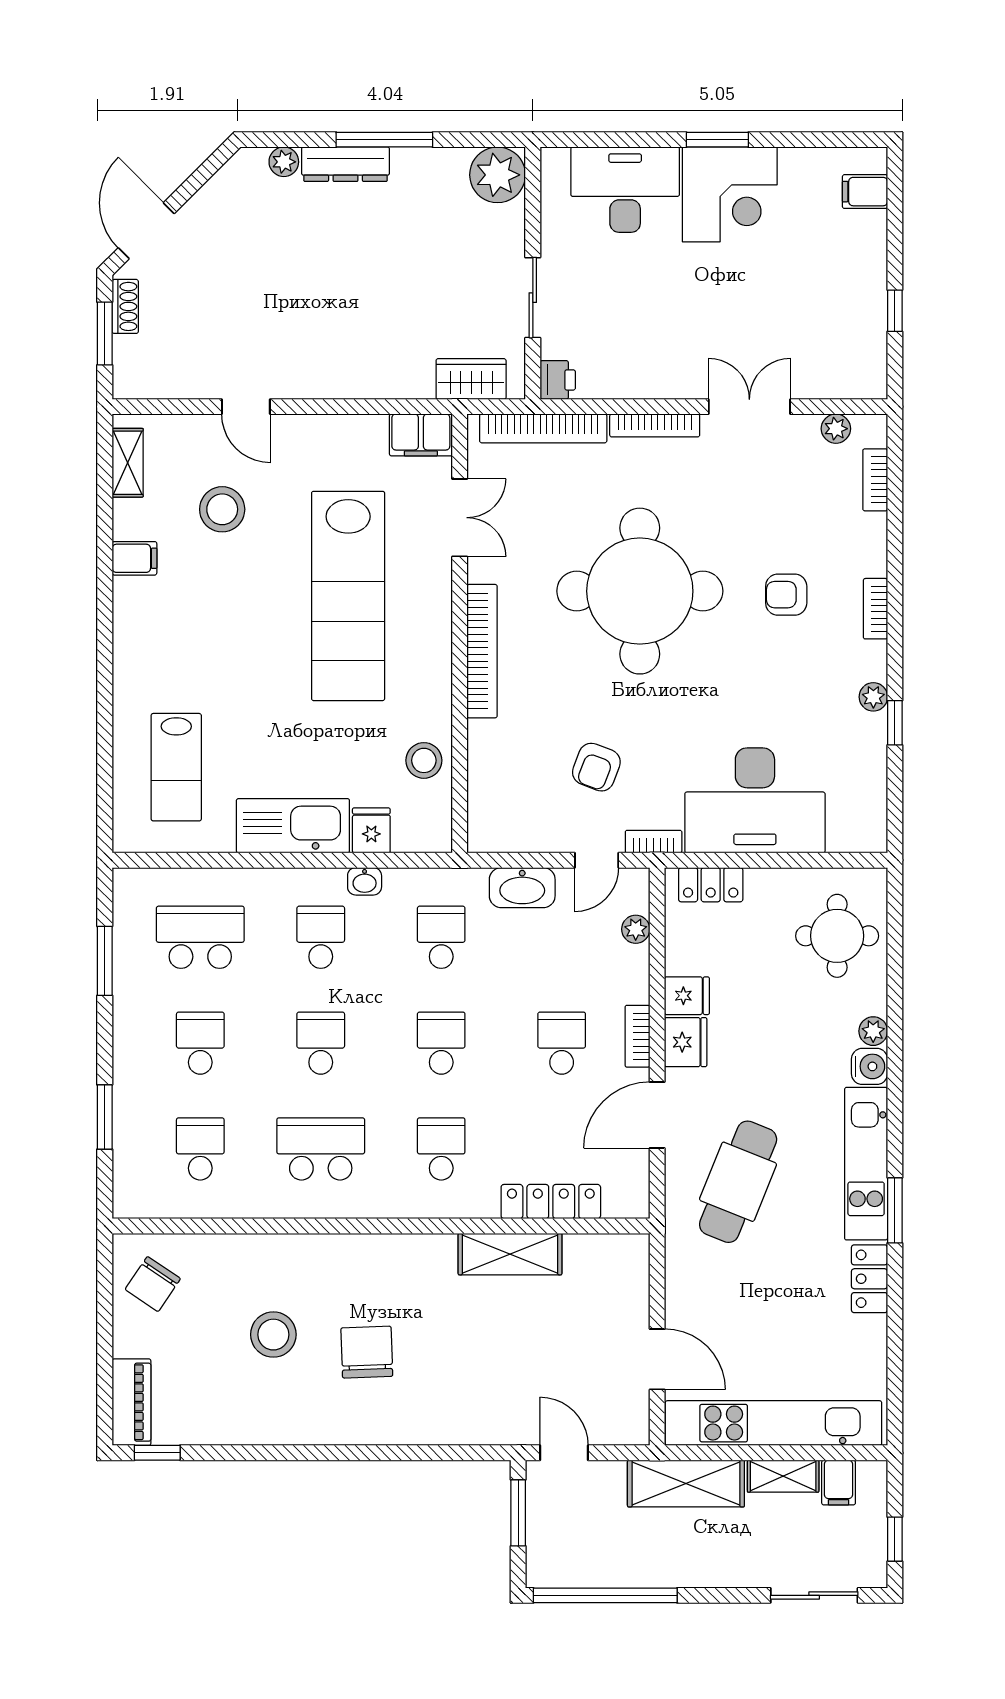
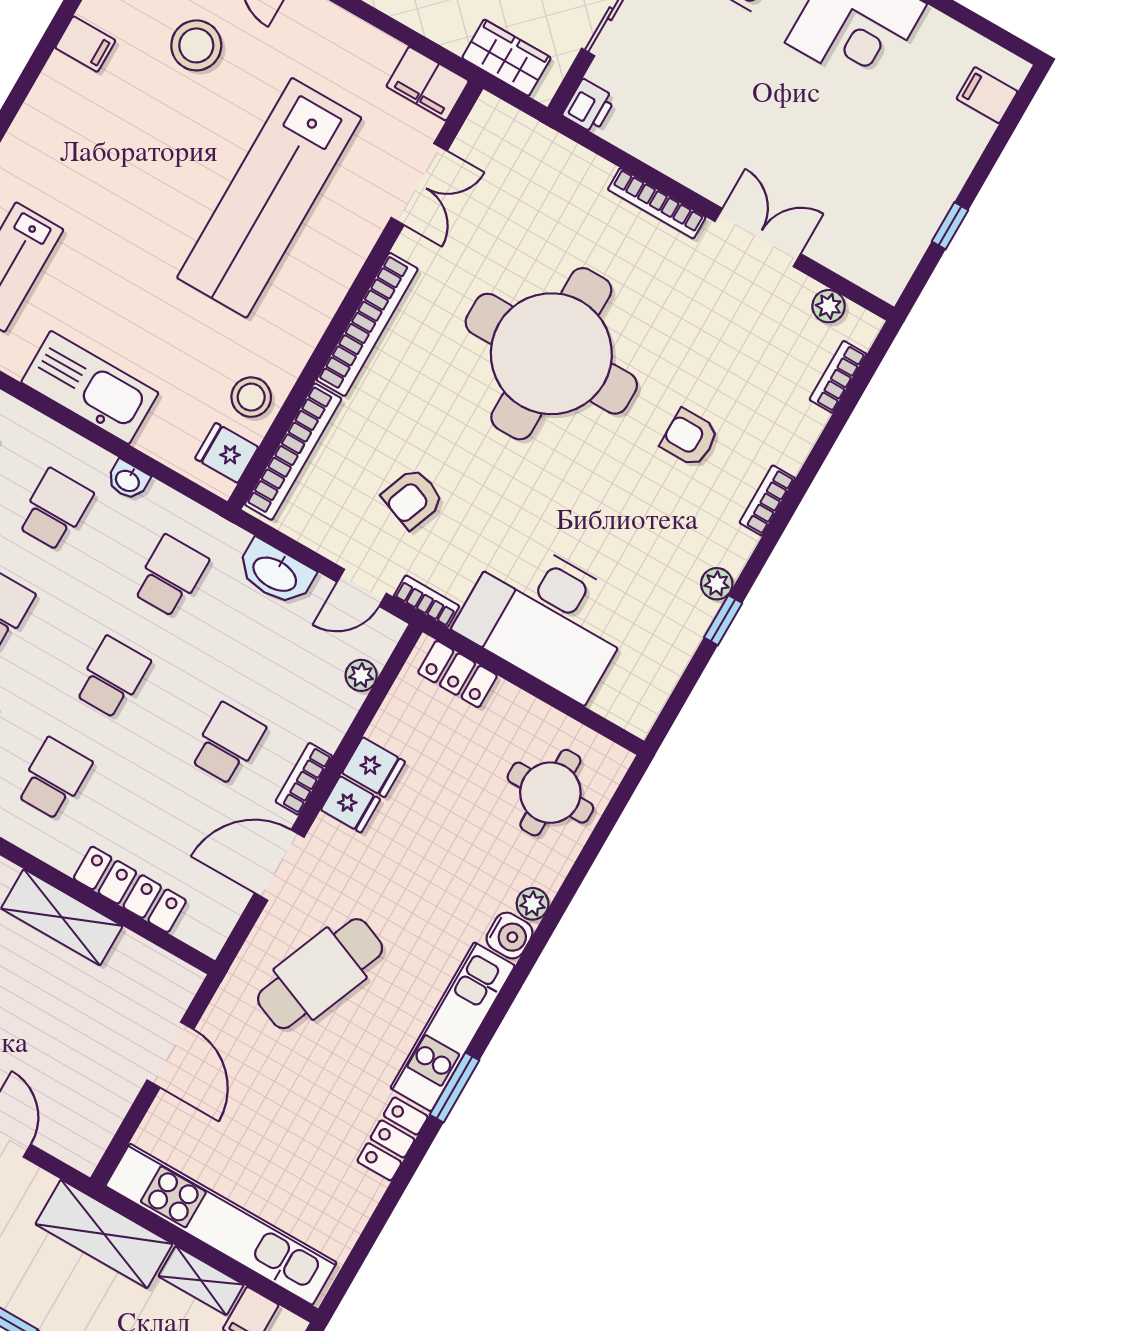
bookcase: (543, 428) -> (293, 452), moved, turned -90
fridge: (371, 830) -> (227, 453), moved, turned -90
fridge: (686, 1042) -> (351, 804), width x0.72
door: (657, 1359) -> (170, 1055), moved

